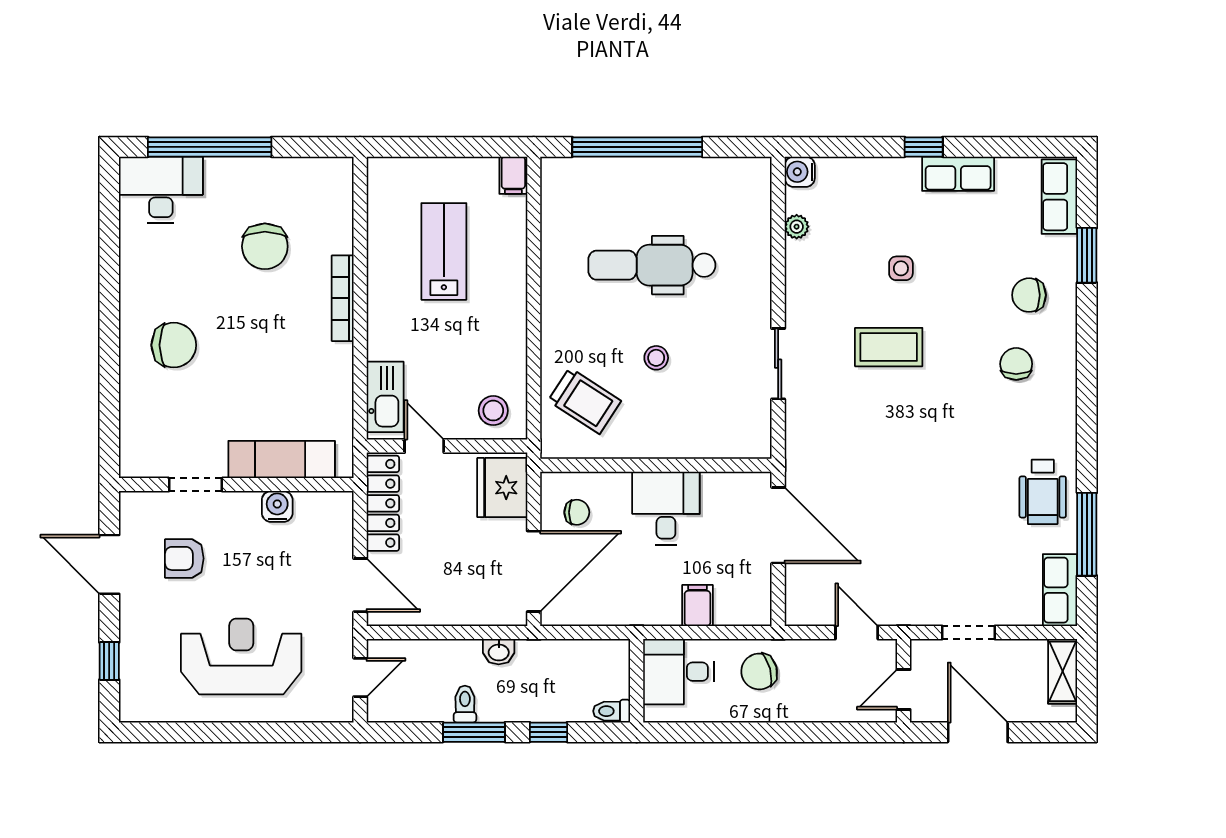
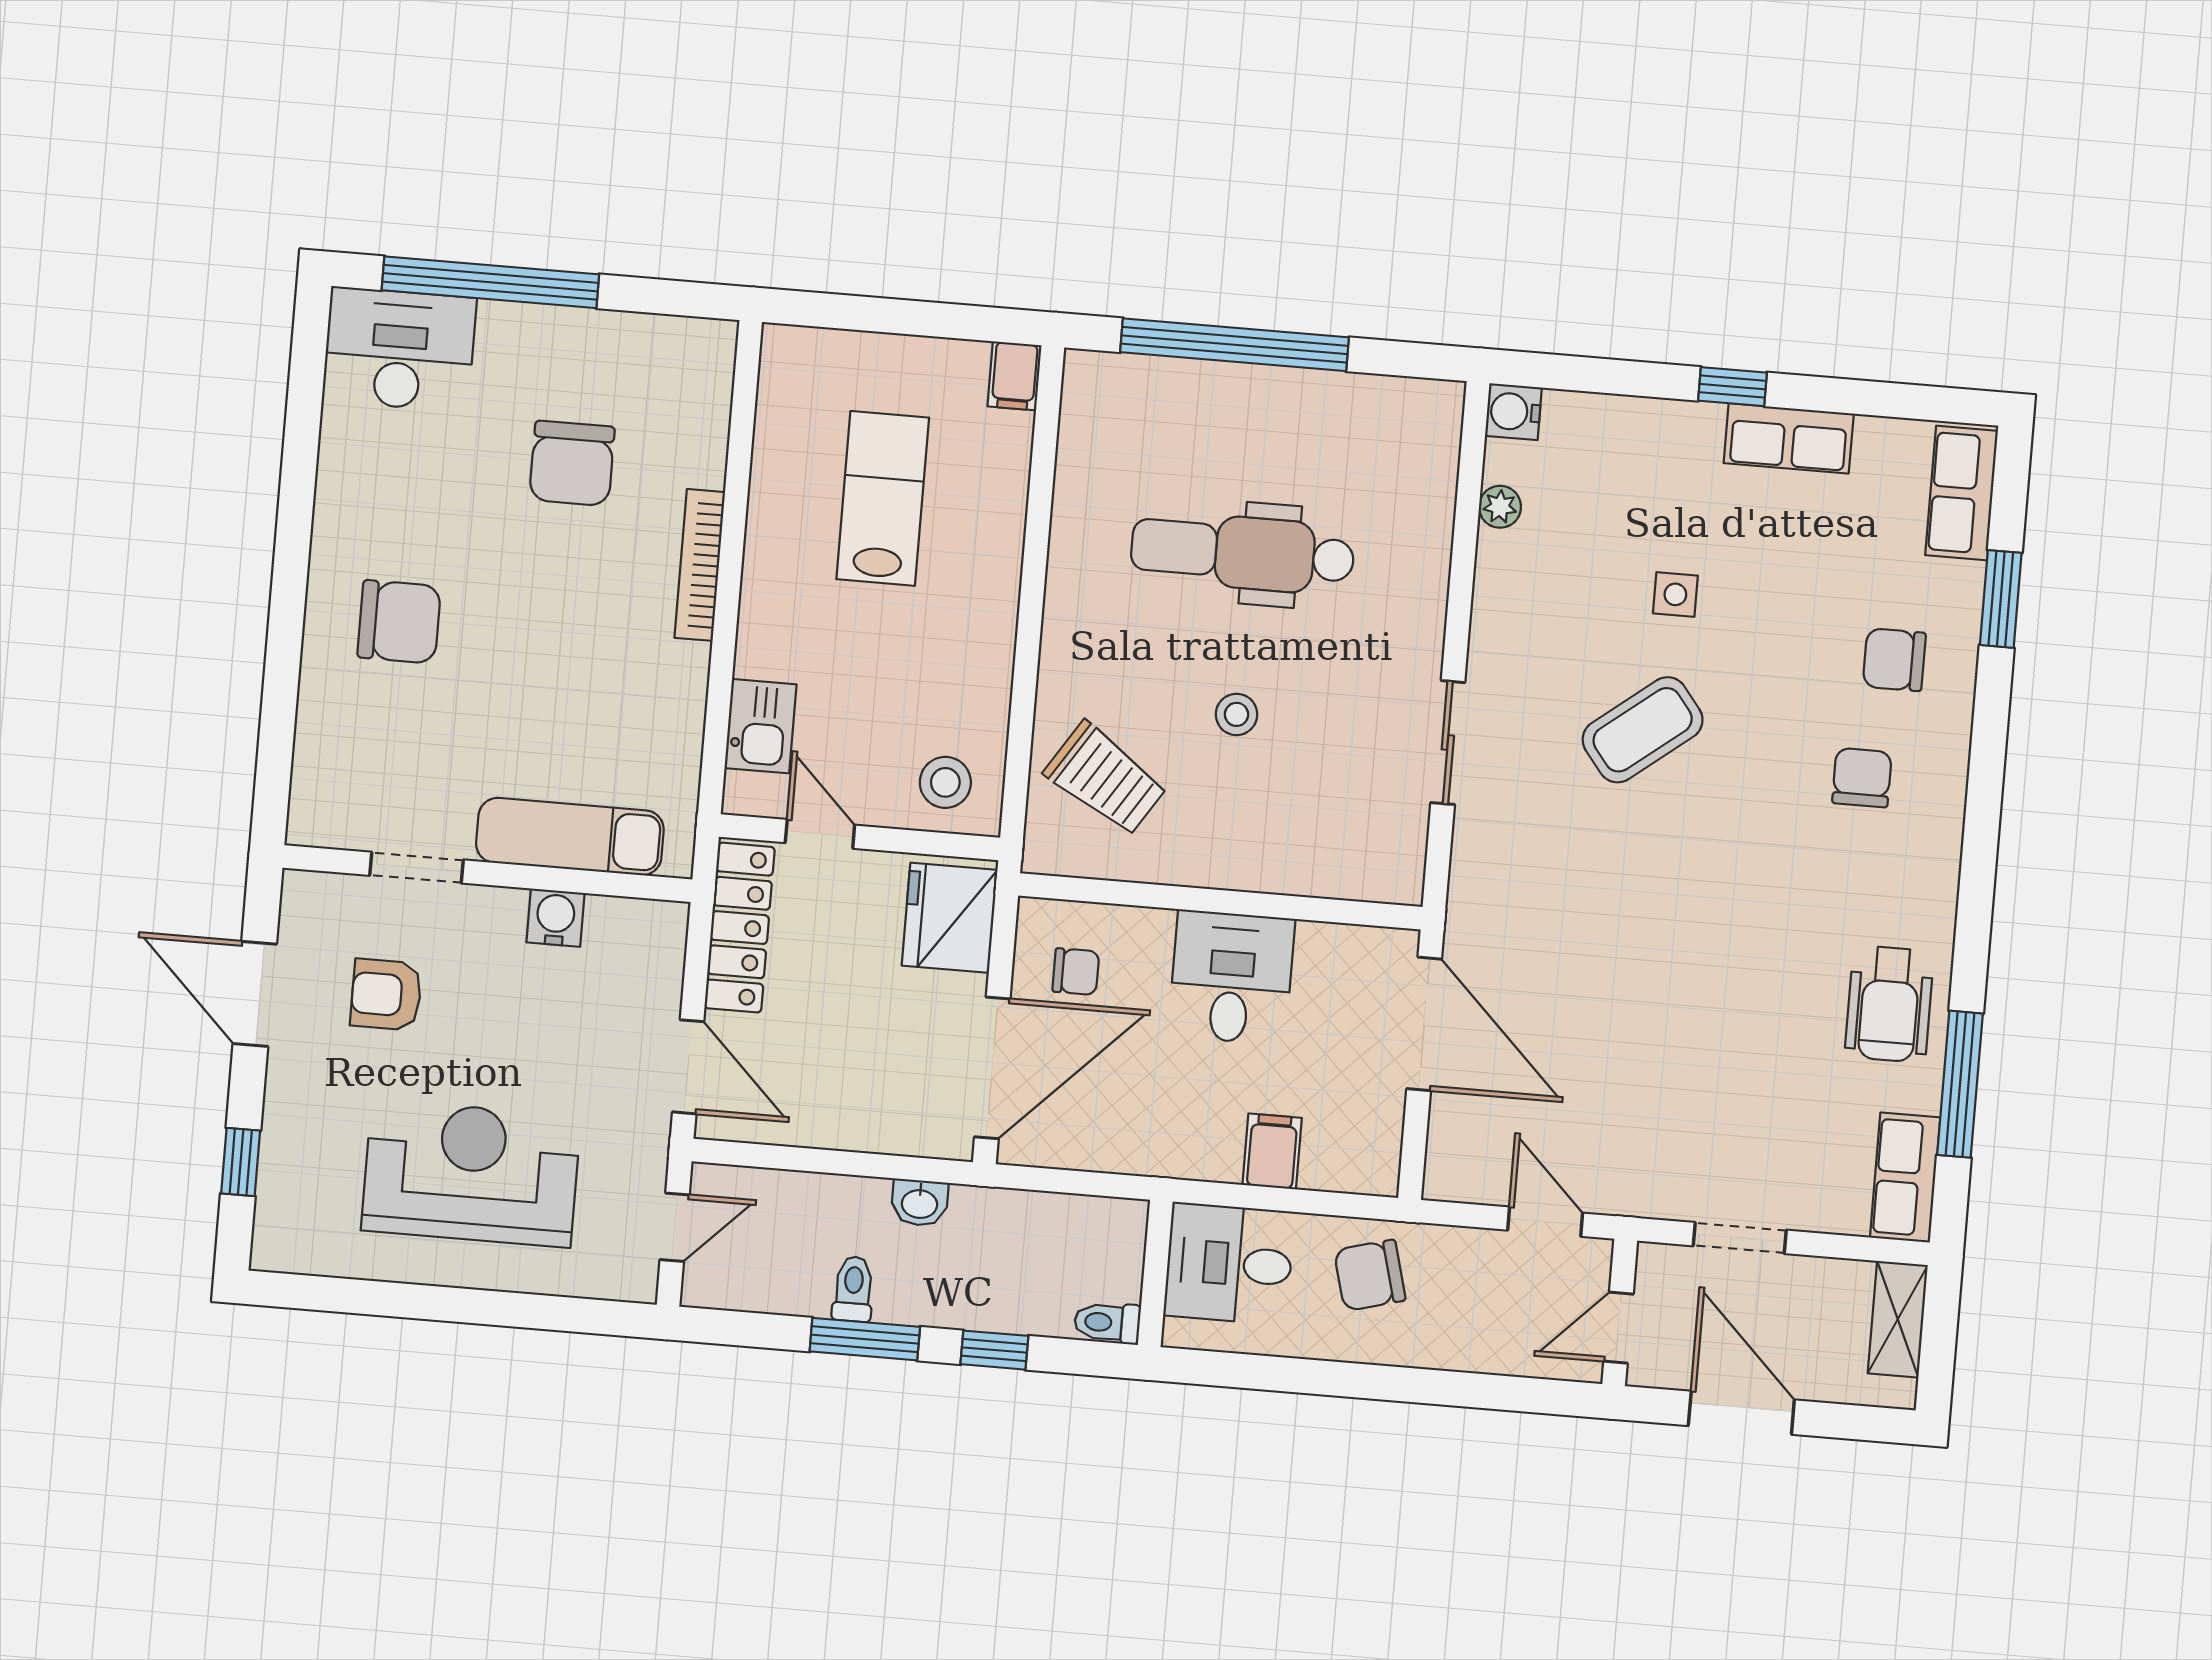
coffee table: (889, 347) -> (1643, 730), turned -38
kitchen sink: (385, 397) -> (761, 726), width x0.73

